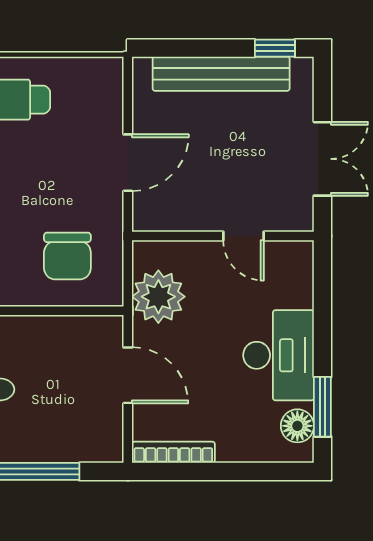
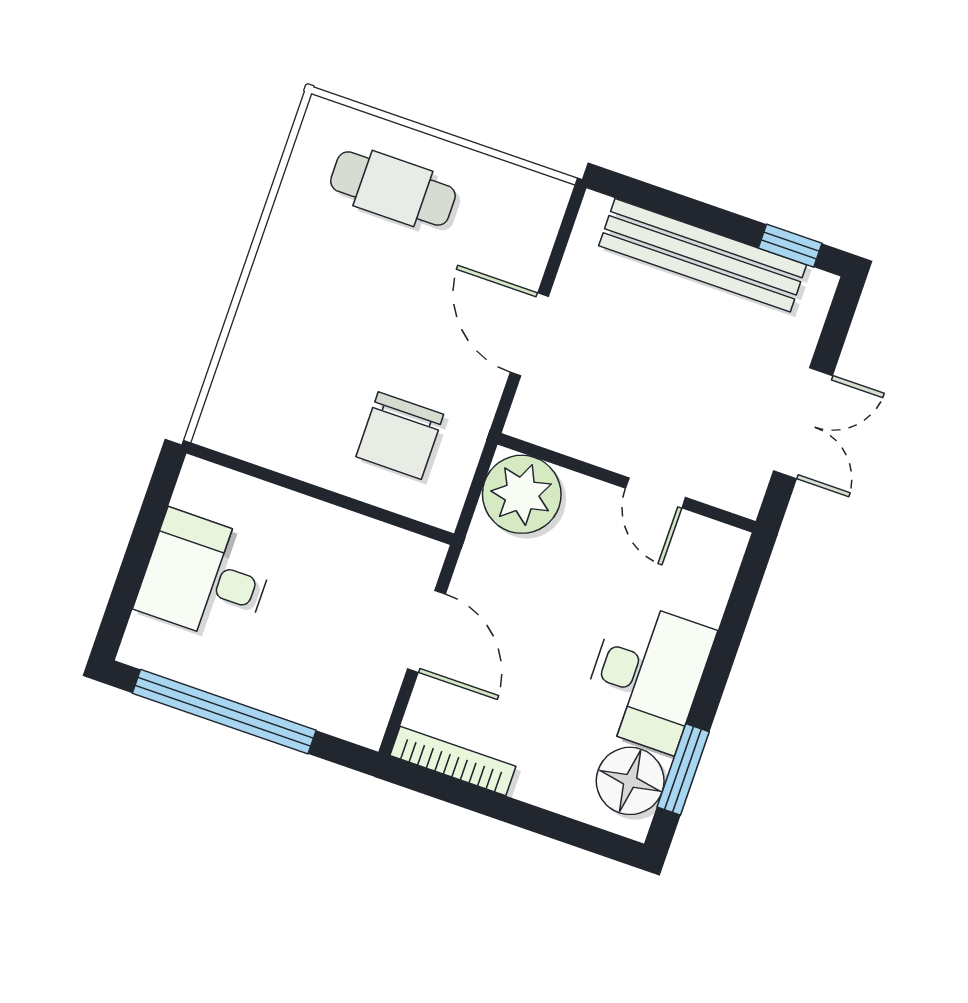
door: (128, 163) -> (529, 334), swing flipped
plant: (158, 297) -> (522, 494), moved
floor lamp: (297, 426) -> (630, 781), width x1.38, depth x1.38

